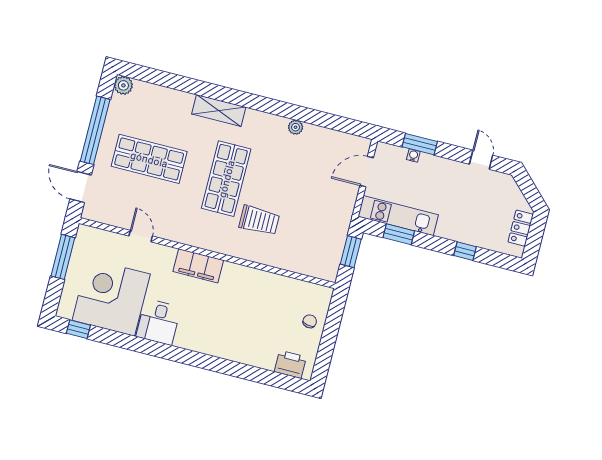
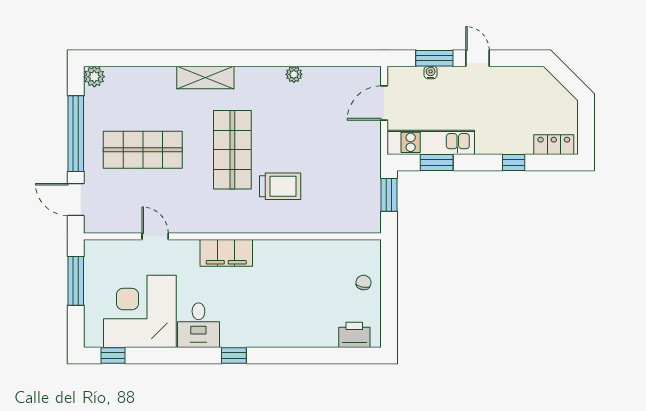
door: (481, 160) -> (478, 58), moved
locker: (521, 228) -> (554, 145), moved, turned 90
window: (182, 356) -> (234, 356), added

